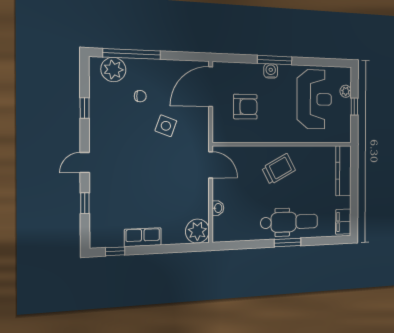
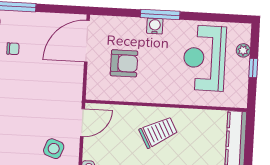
reception desk: (314, 99) -> (204, 58), turned 180
side table: (166, 126) -> (54, 149), moved
door: (211, 165) -> (83, 123), hinge flipped

